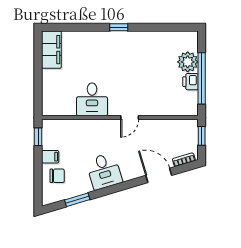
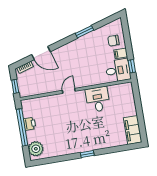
plant: (188, 62) -> (36, 149), moved
desk: (104, 171) -> (118, 70), moved, turned 107
window: (77, 200) -> (84, 32), moved

